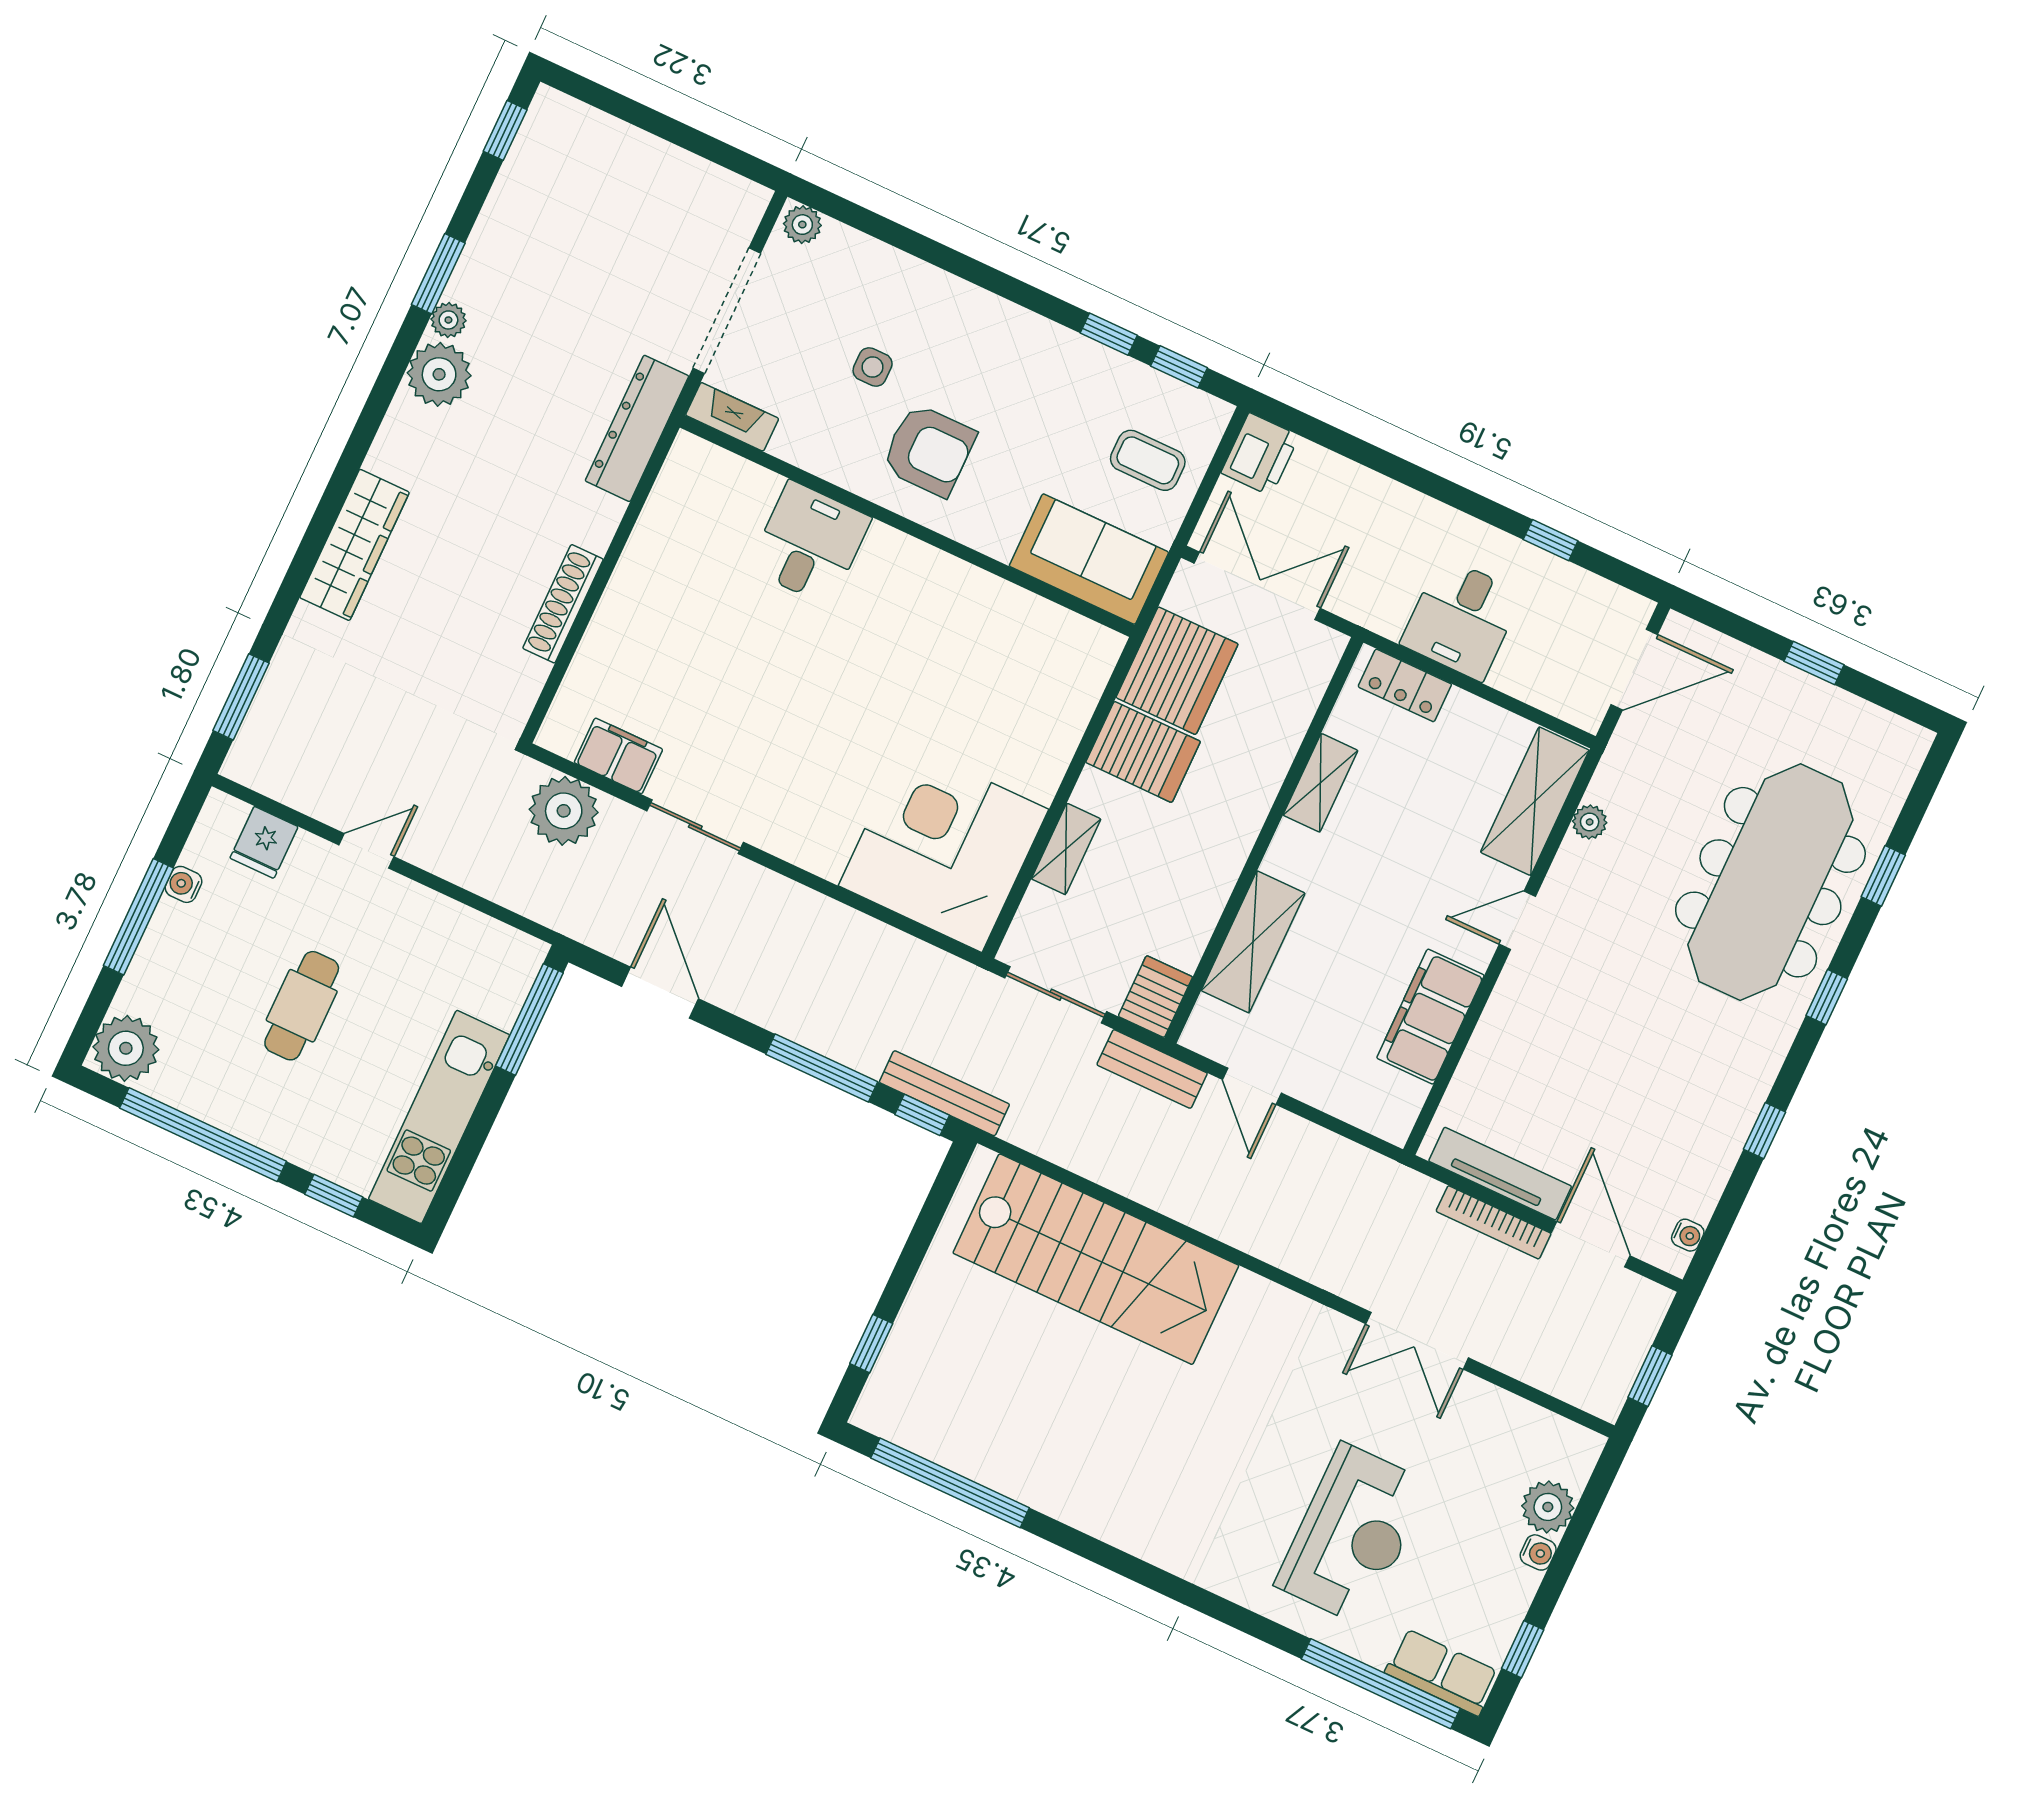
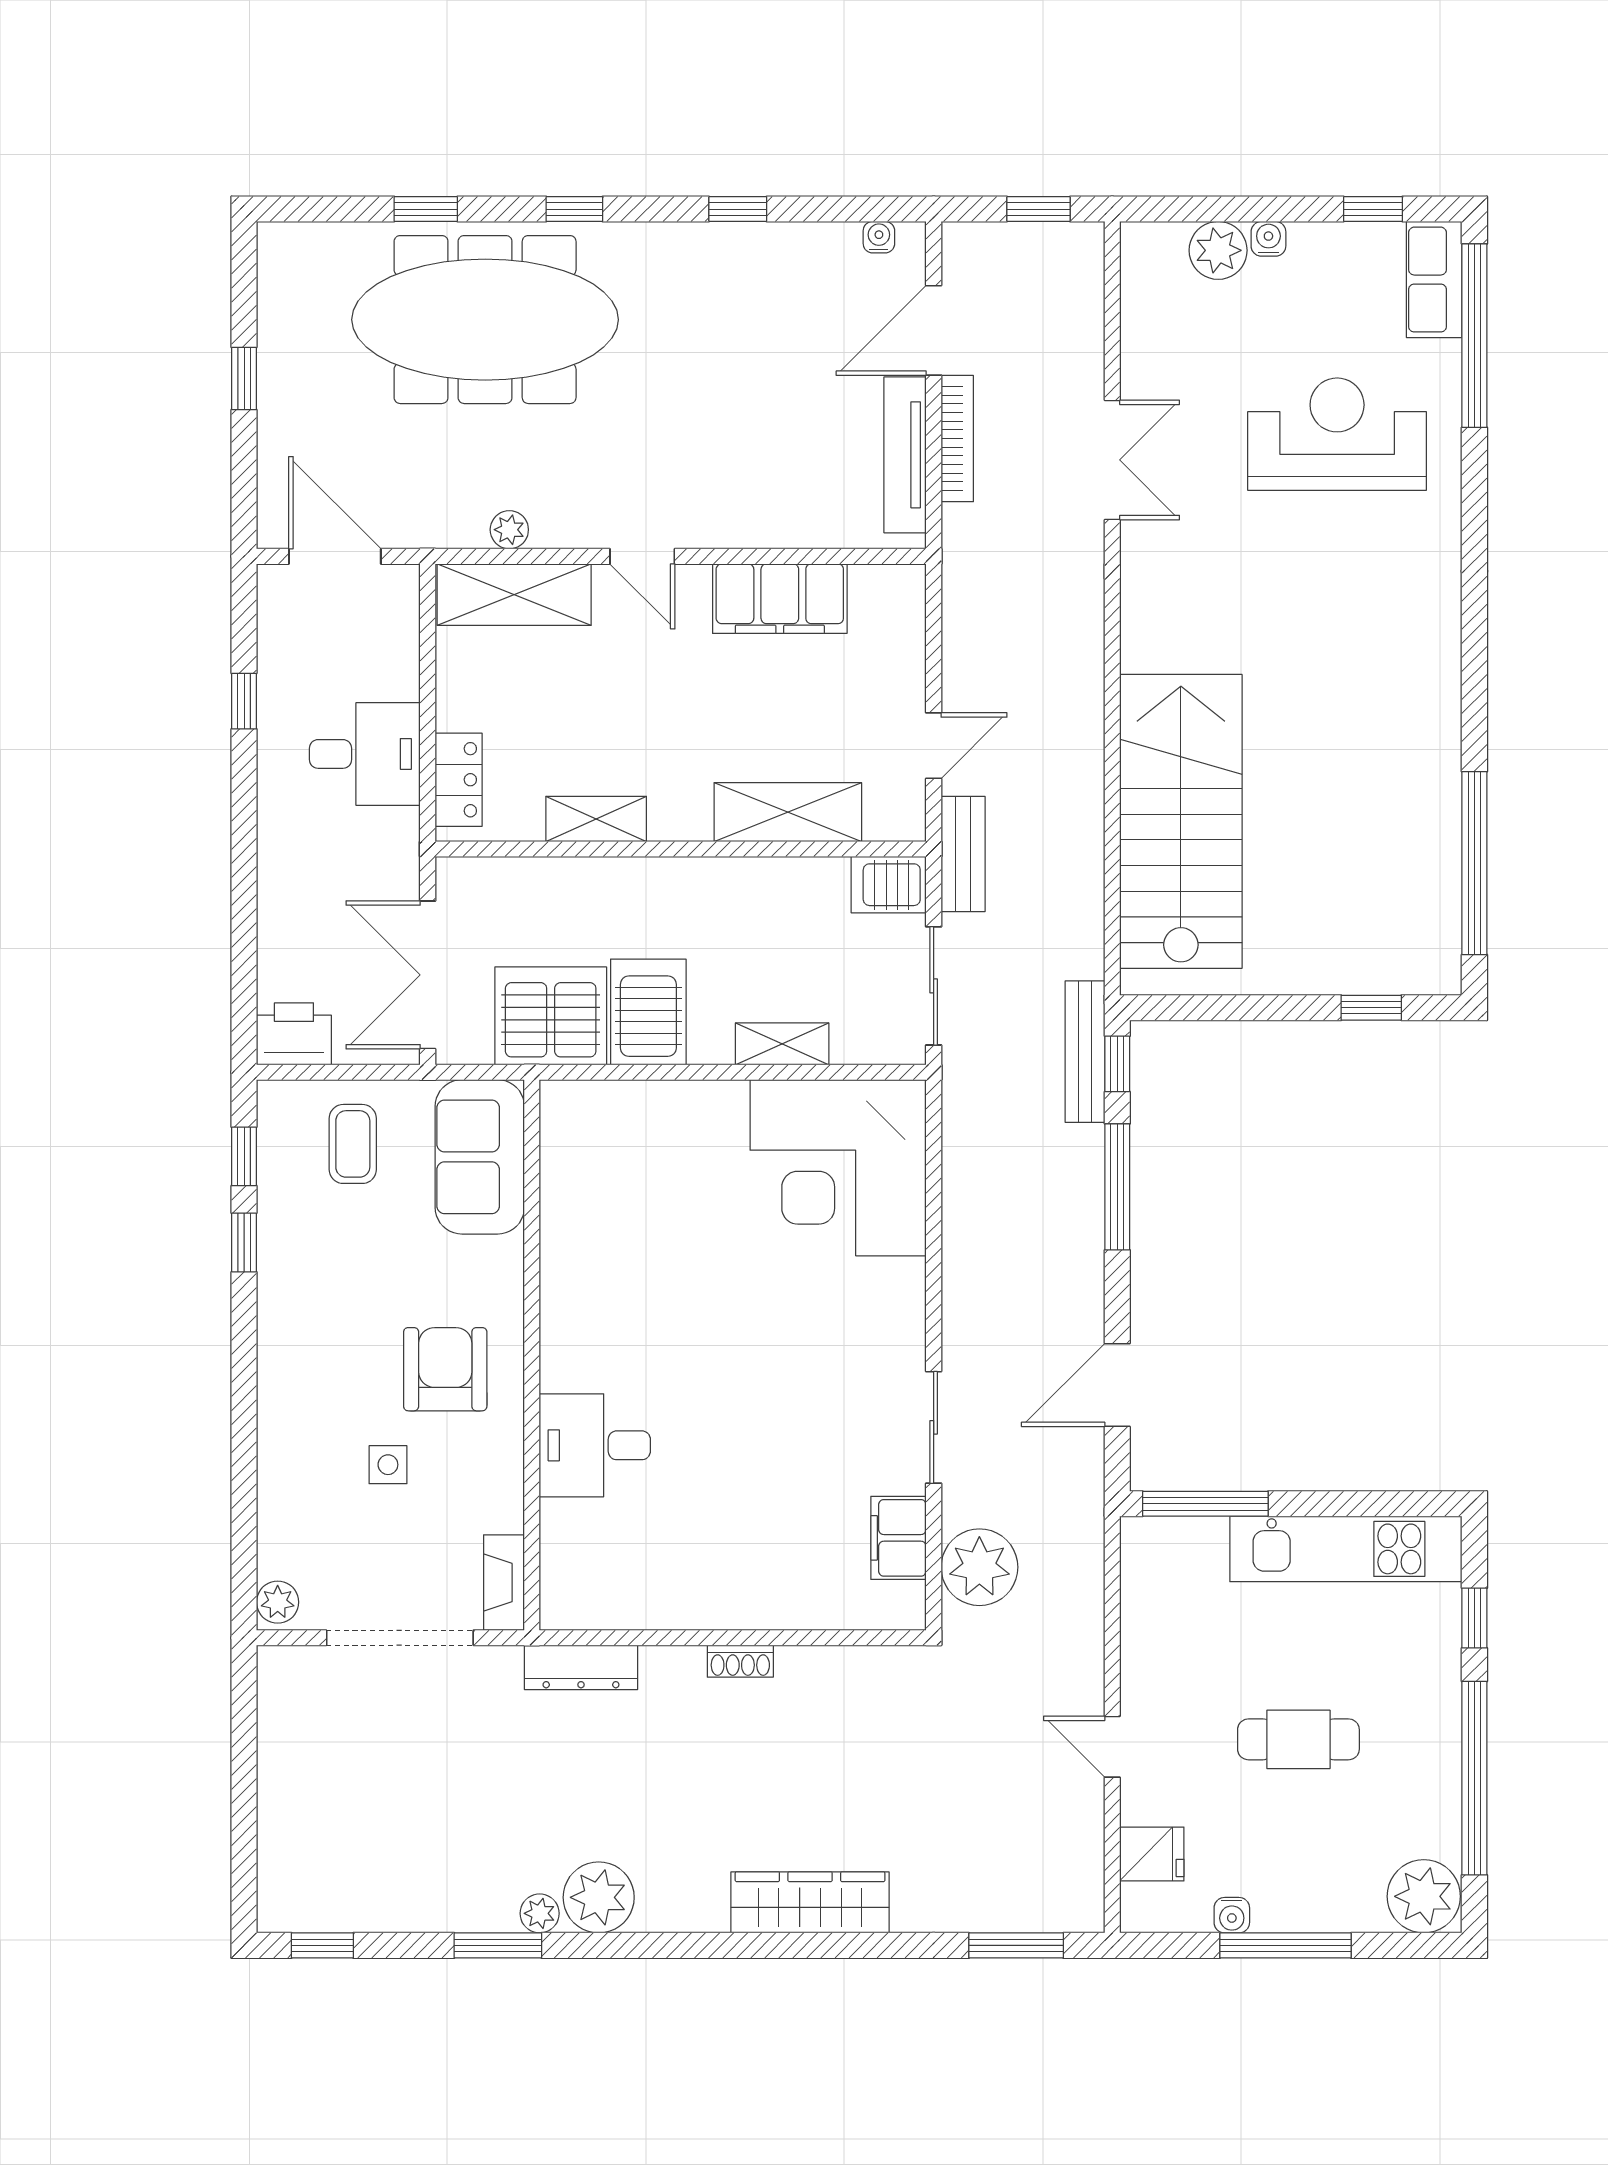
dresser: (637, 428) -> (581, 1667), width x0.73, depth x0.80
shoe rack: (563, 604) -> (740, 1661), width x0.51, depth x0.81

